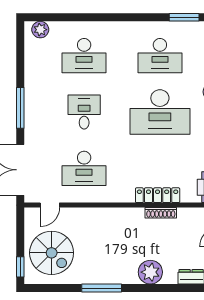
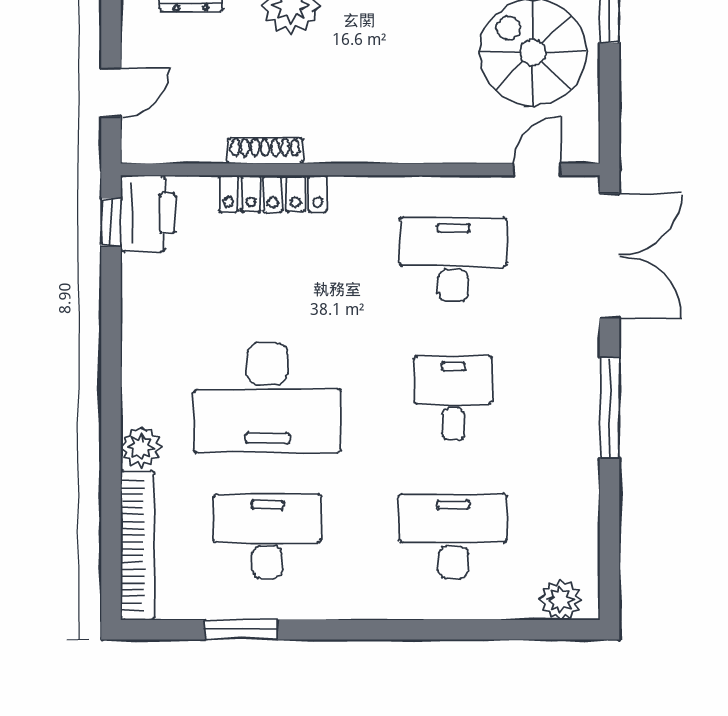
window: (184, 17) -> (241, 630), moved
desk: (84, 112) -> (453, 398), turned 180
desk: (160, 112) -> (267, 398), turned 180

